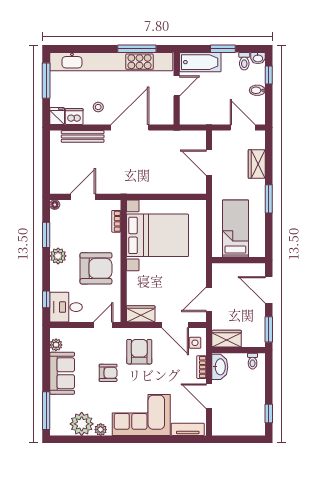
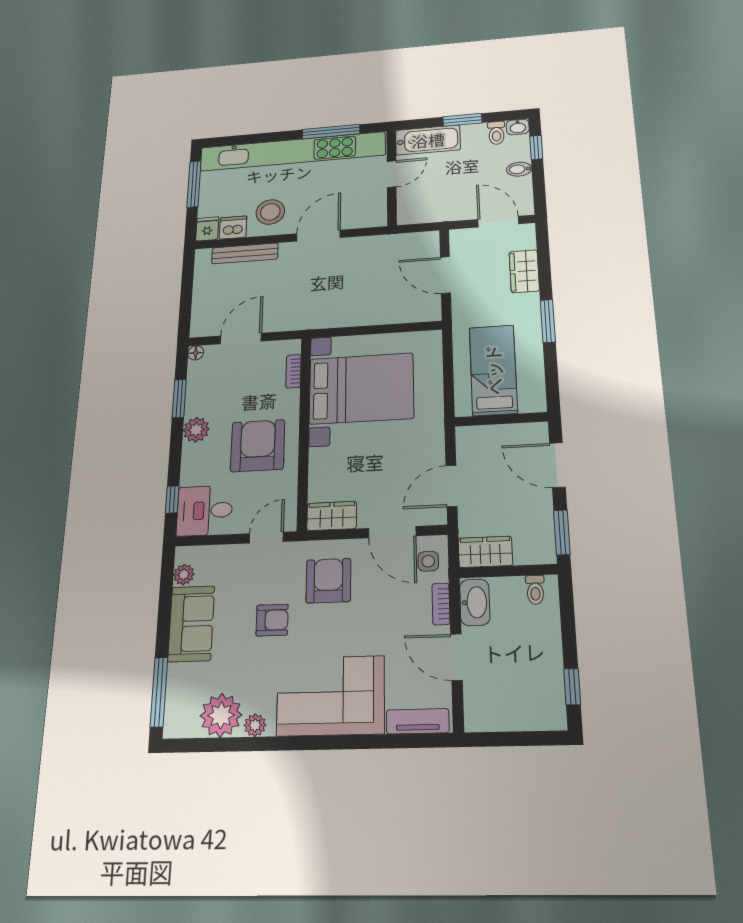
stool: (98, 107) -> (270, 212), width x1.89, depth x1.89
door: (130, 128) -> (318, 236), width x0.73
armchair: (96, 268) -> (258, 446), turned -90

